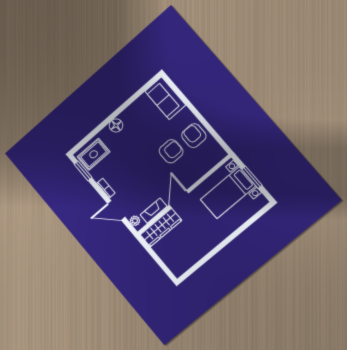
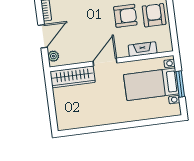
door: (116, 210) -> (43, 36), swing flipped
fireplace: (154, 211) -> (143, 49), moved

